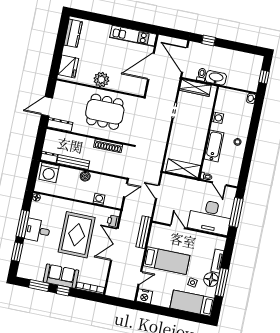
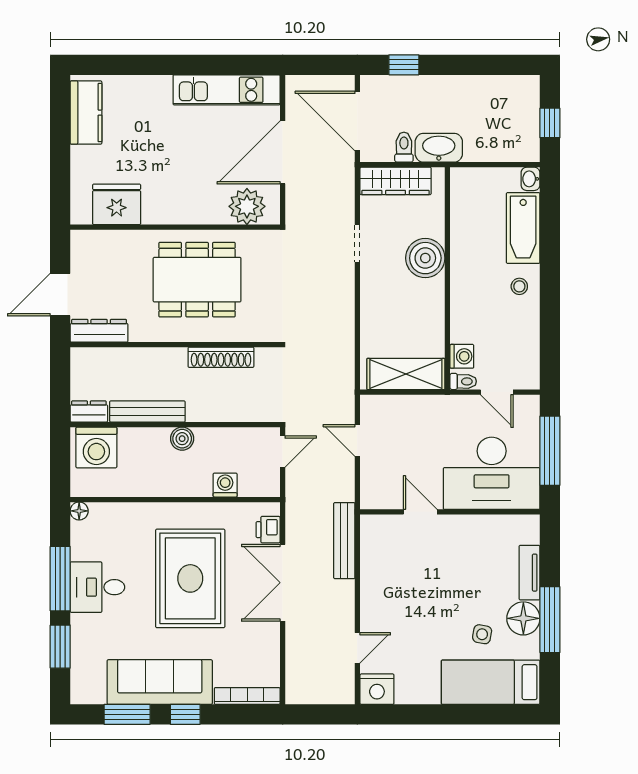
fridge: (68, 66) -> (117, 204), moved, turned -90
plant: (101, 80) -> (247, 206), moved
washing machine: (218, 118) -> (462, 356), moved
boiler: (201, 122) -> (425, 258), added
bathtub: (214, 146) -> (523, 228), moved, turned 180
bed: (167, 261) -> (411, 596), removed
sofa: (61, 276) -> (160, 682), width x1.36

